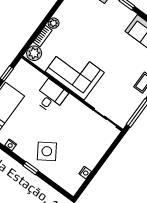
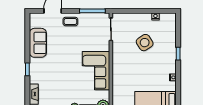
desk: (51, 96) -> (123, 74), removed
side table: (47, 151) -> (145, 43), moved

